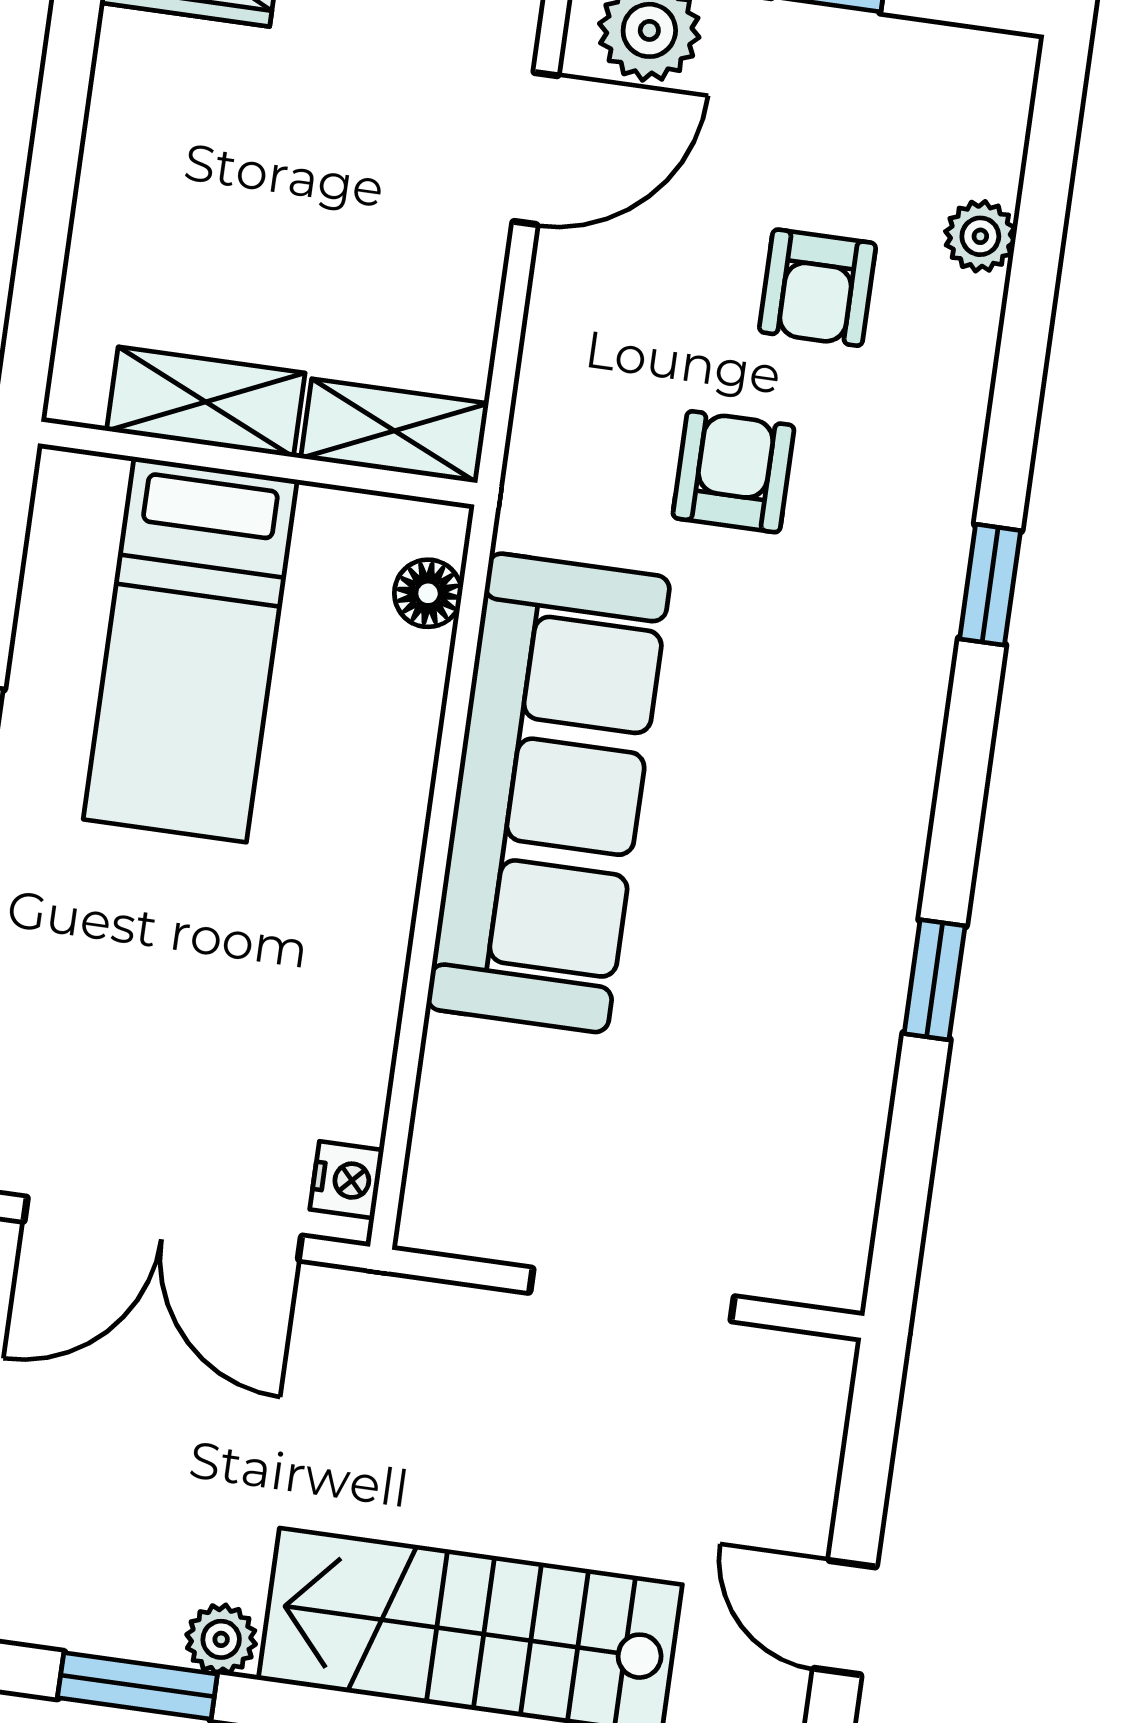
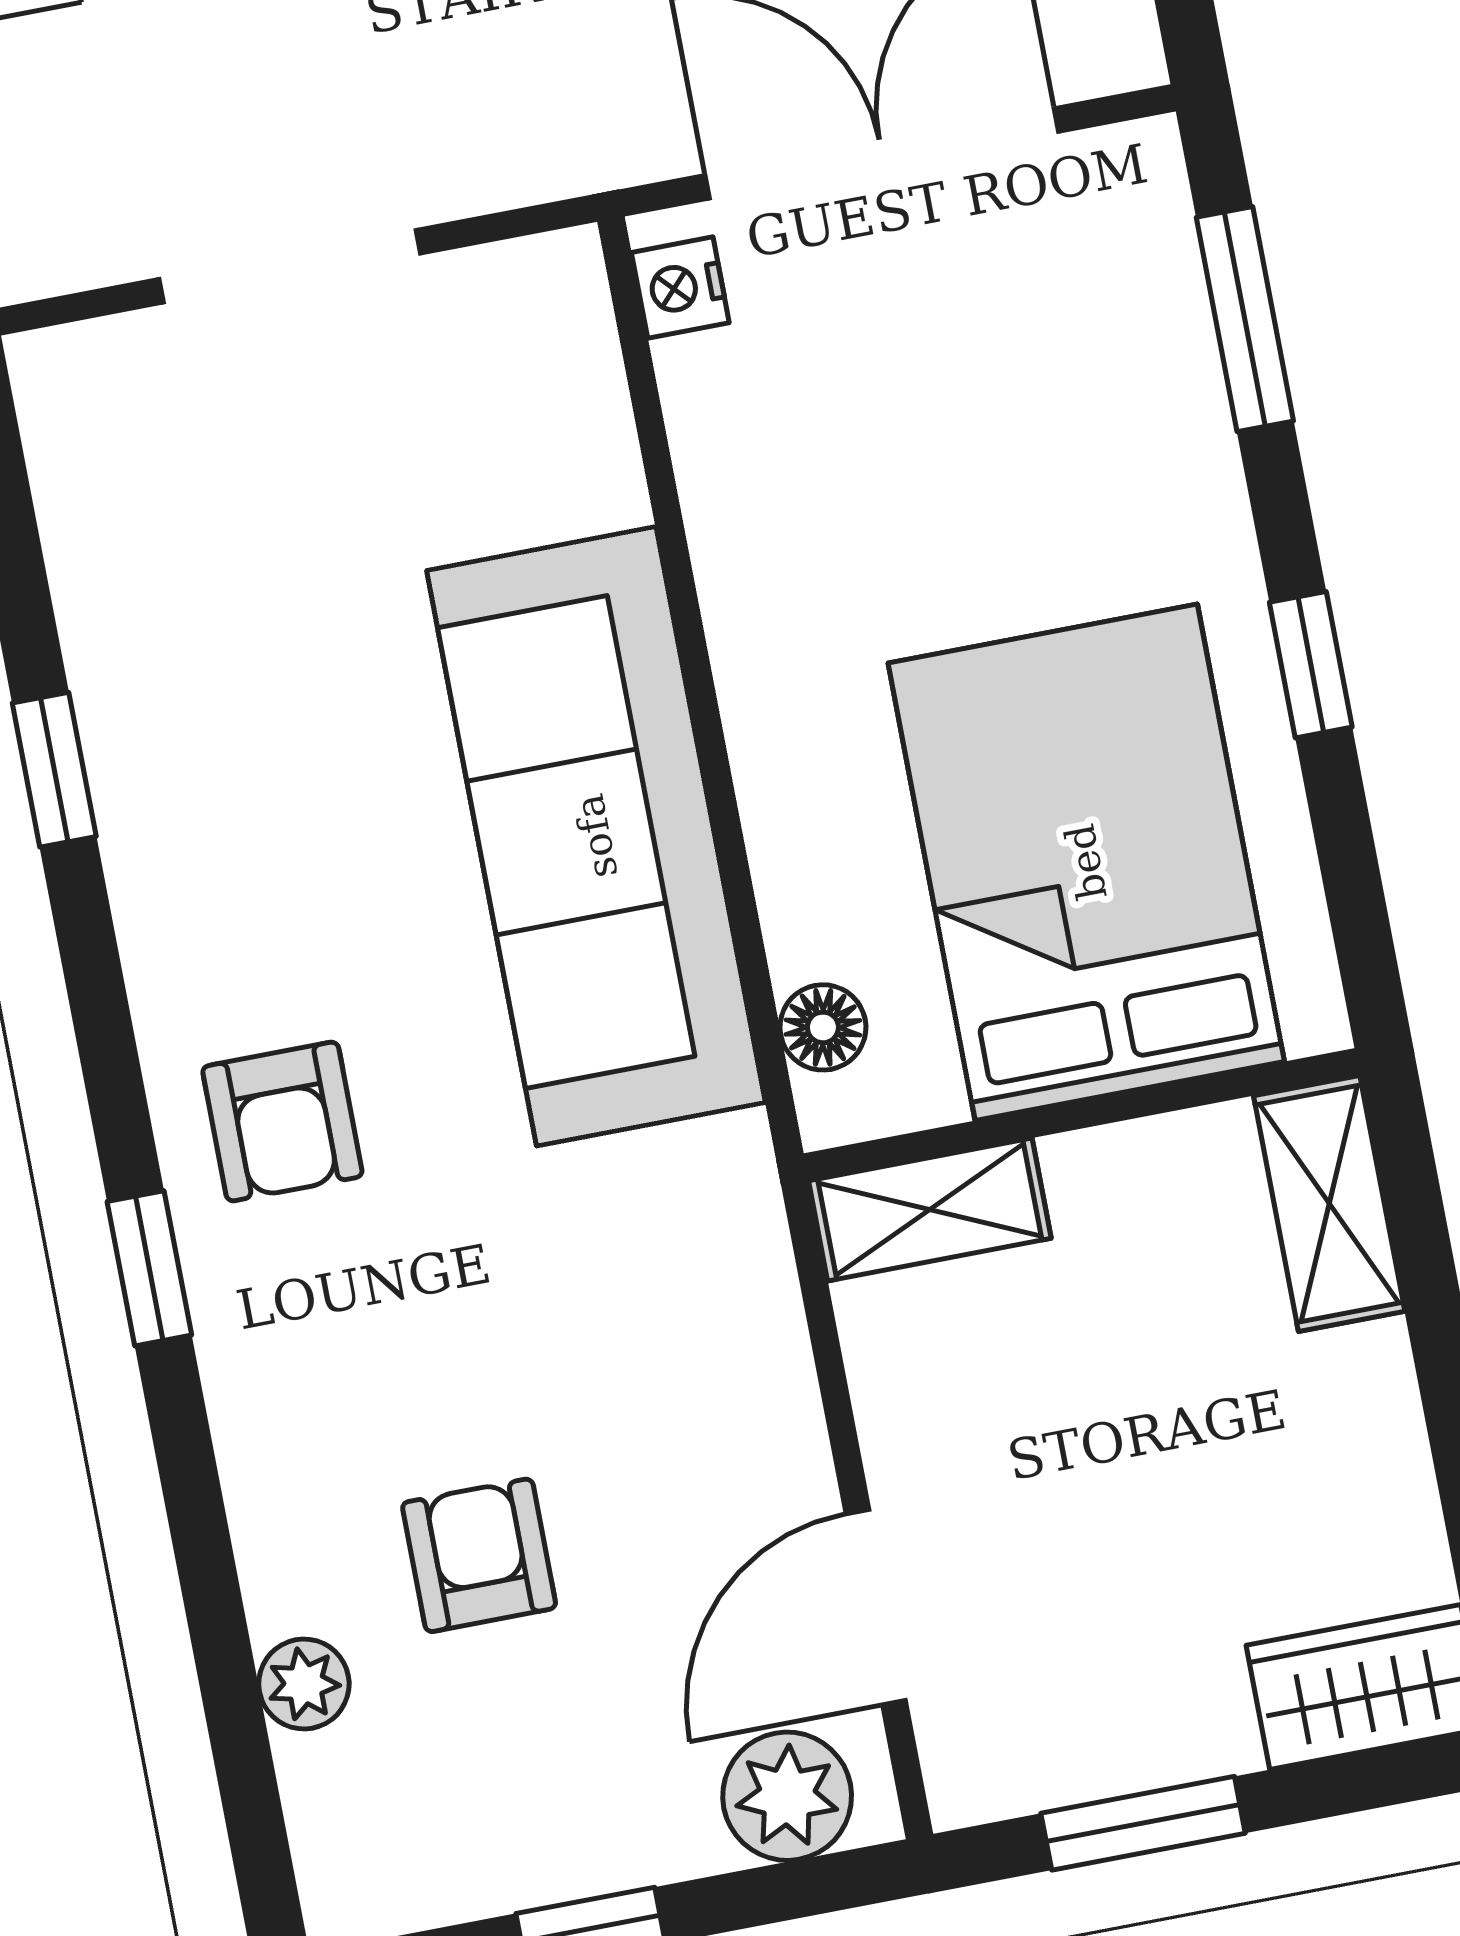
shelving: (206, 402) -> (1329, 1204), moved, turned 90
armchair: (733, 472) -> (282, 1122), moved
bed: (190, 650) -> (1086, 862), width x1.50

